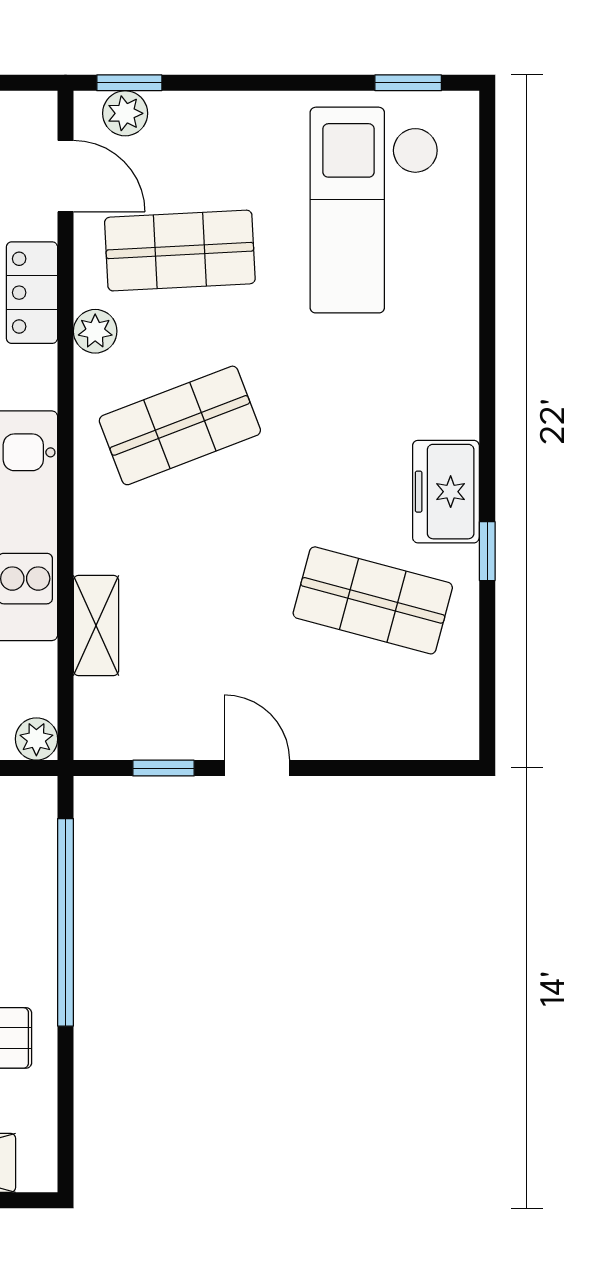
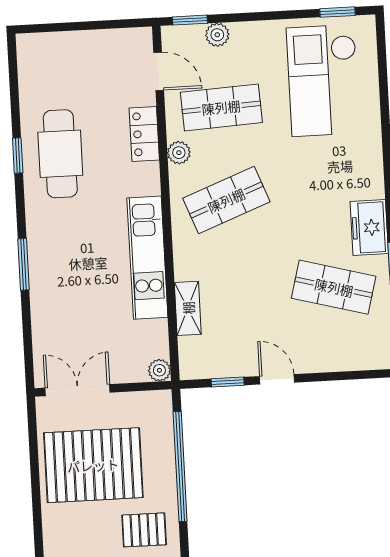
plant: (125, 113) -> (217, 35), moved

